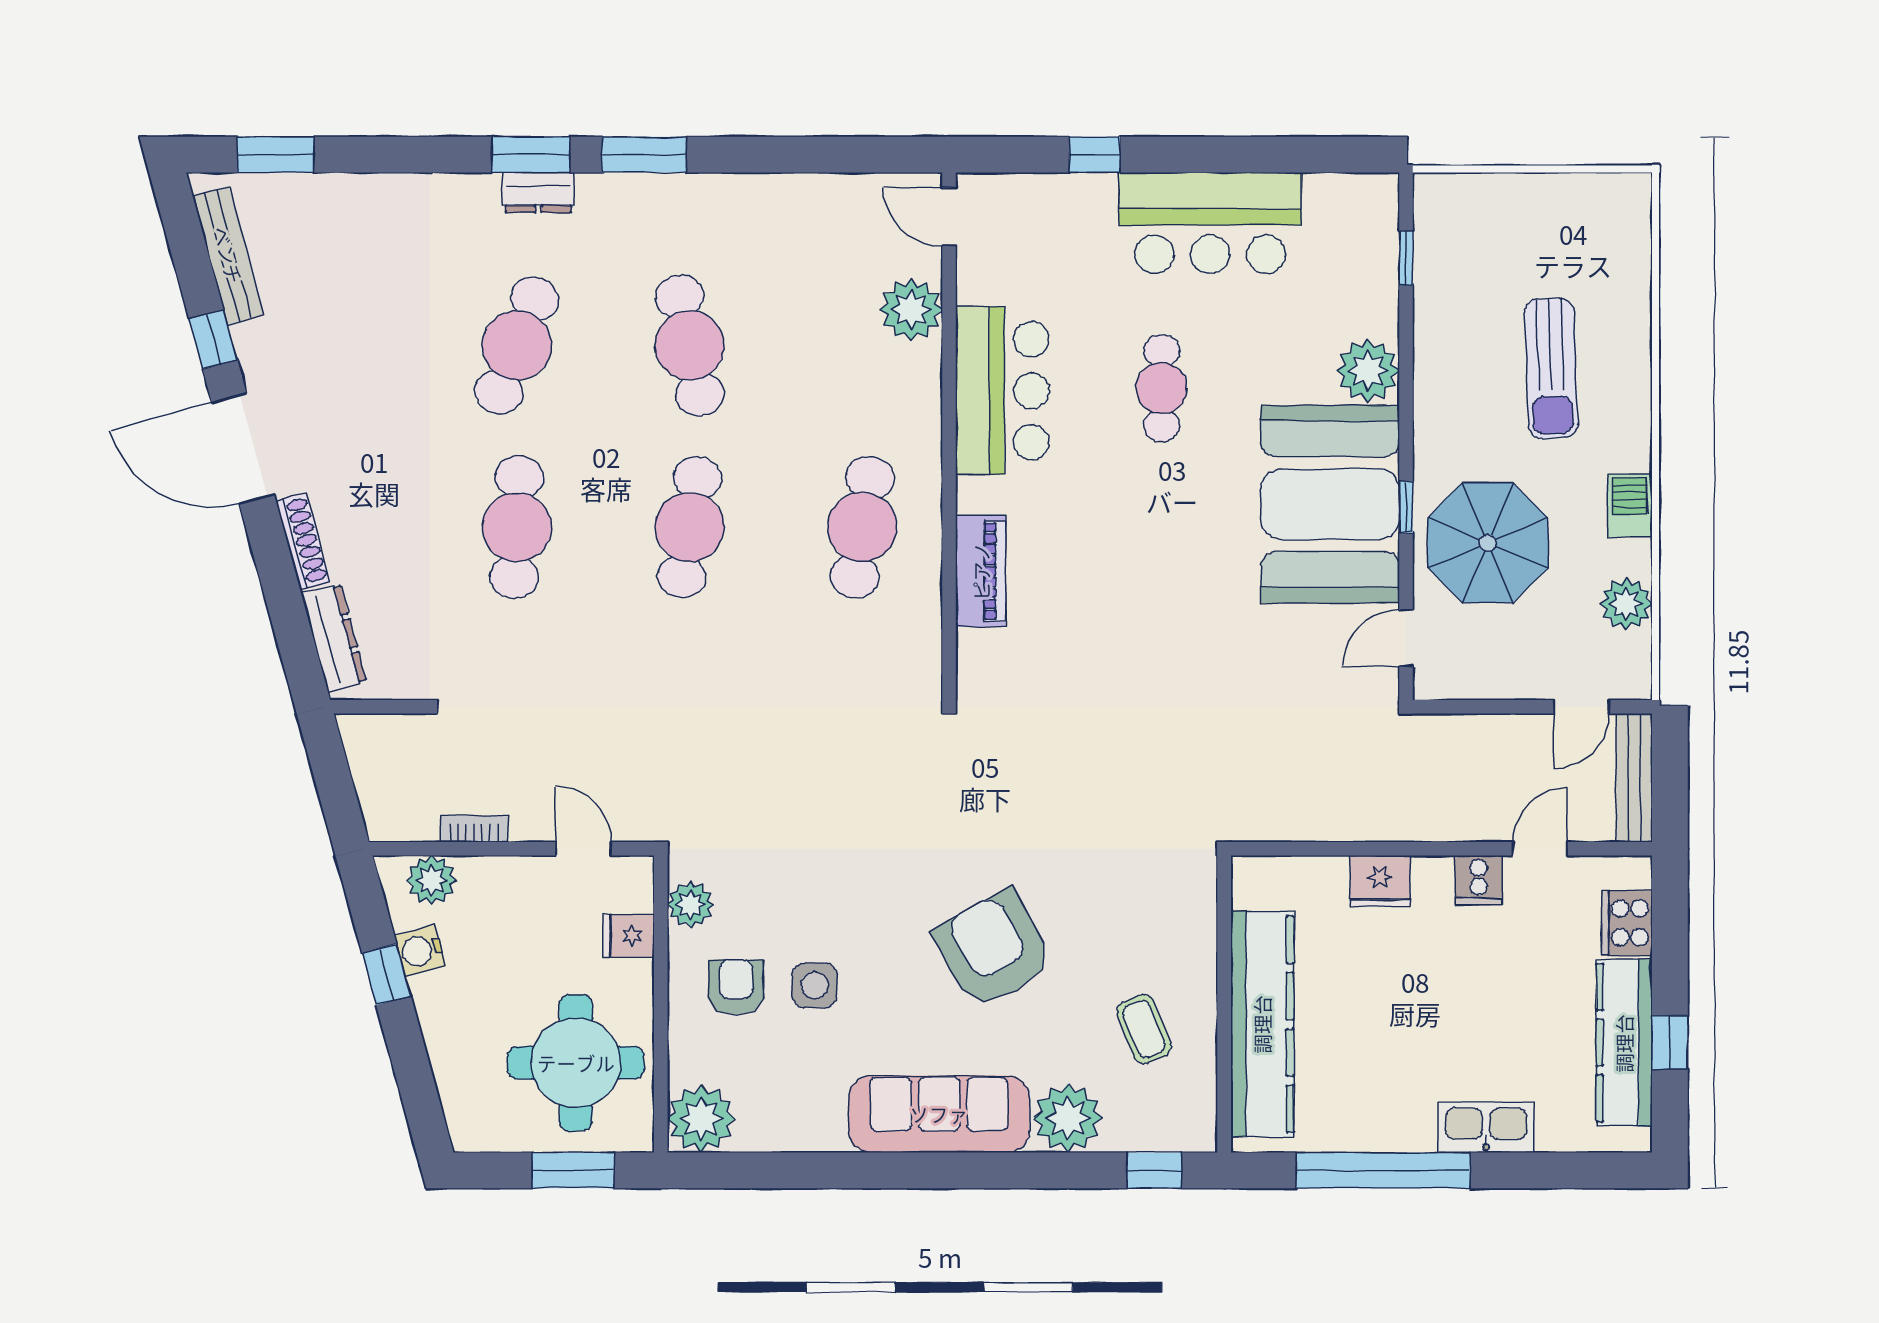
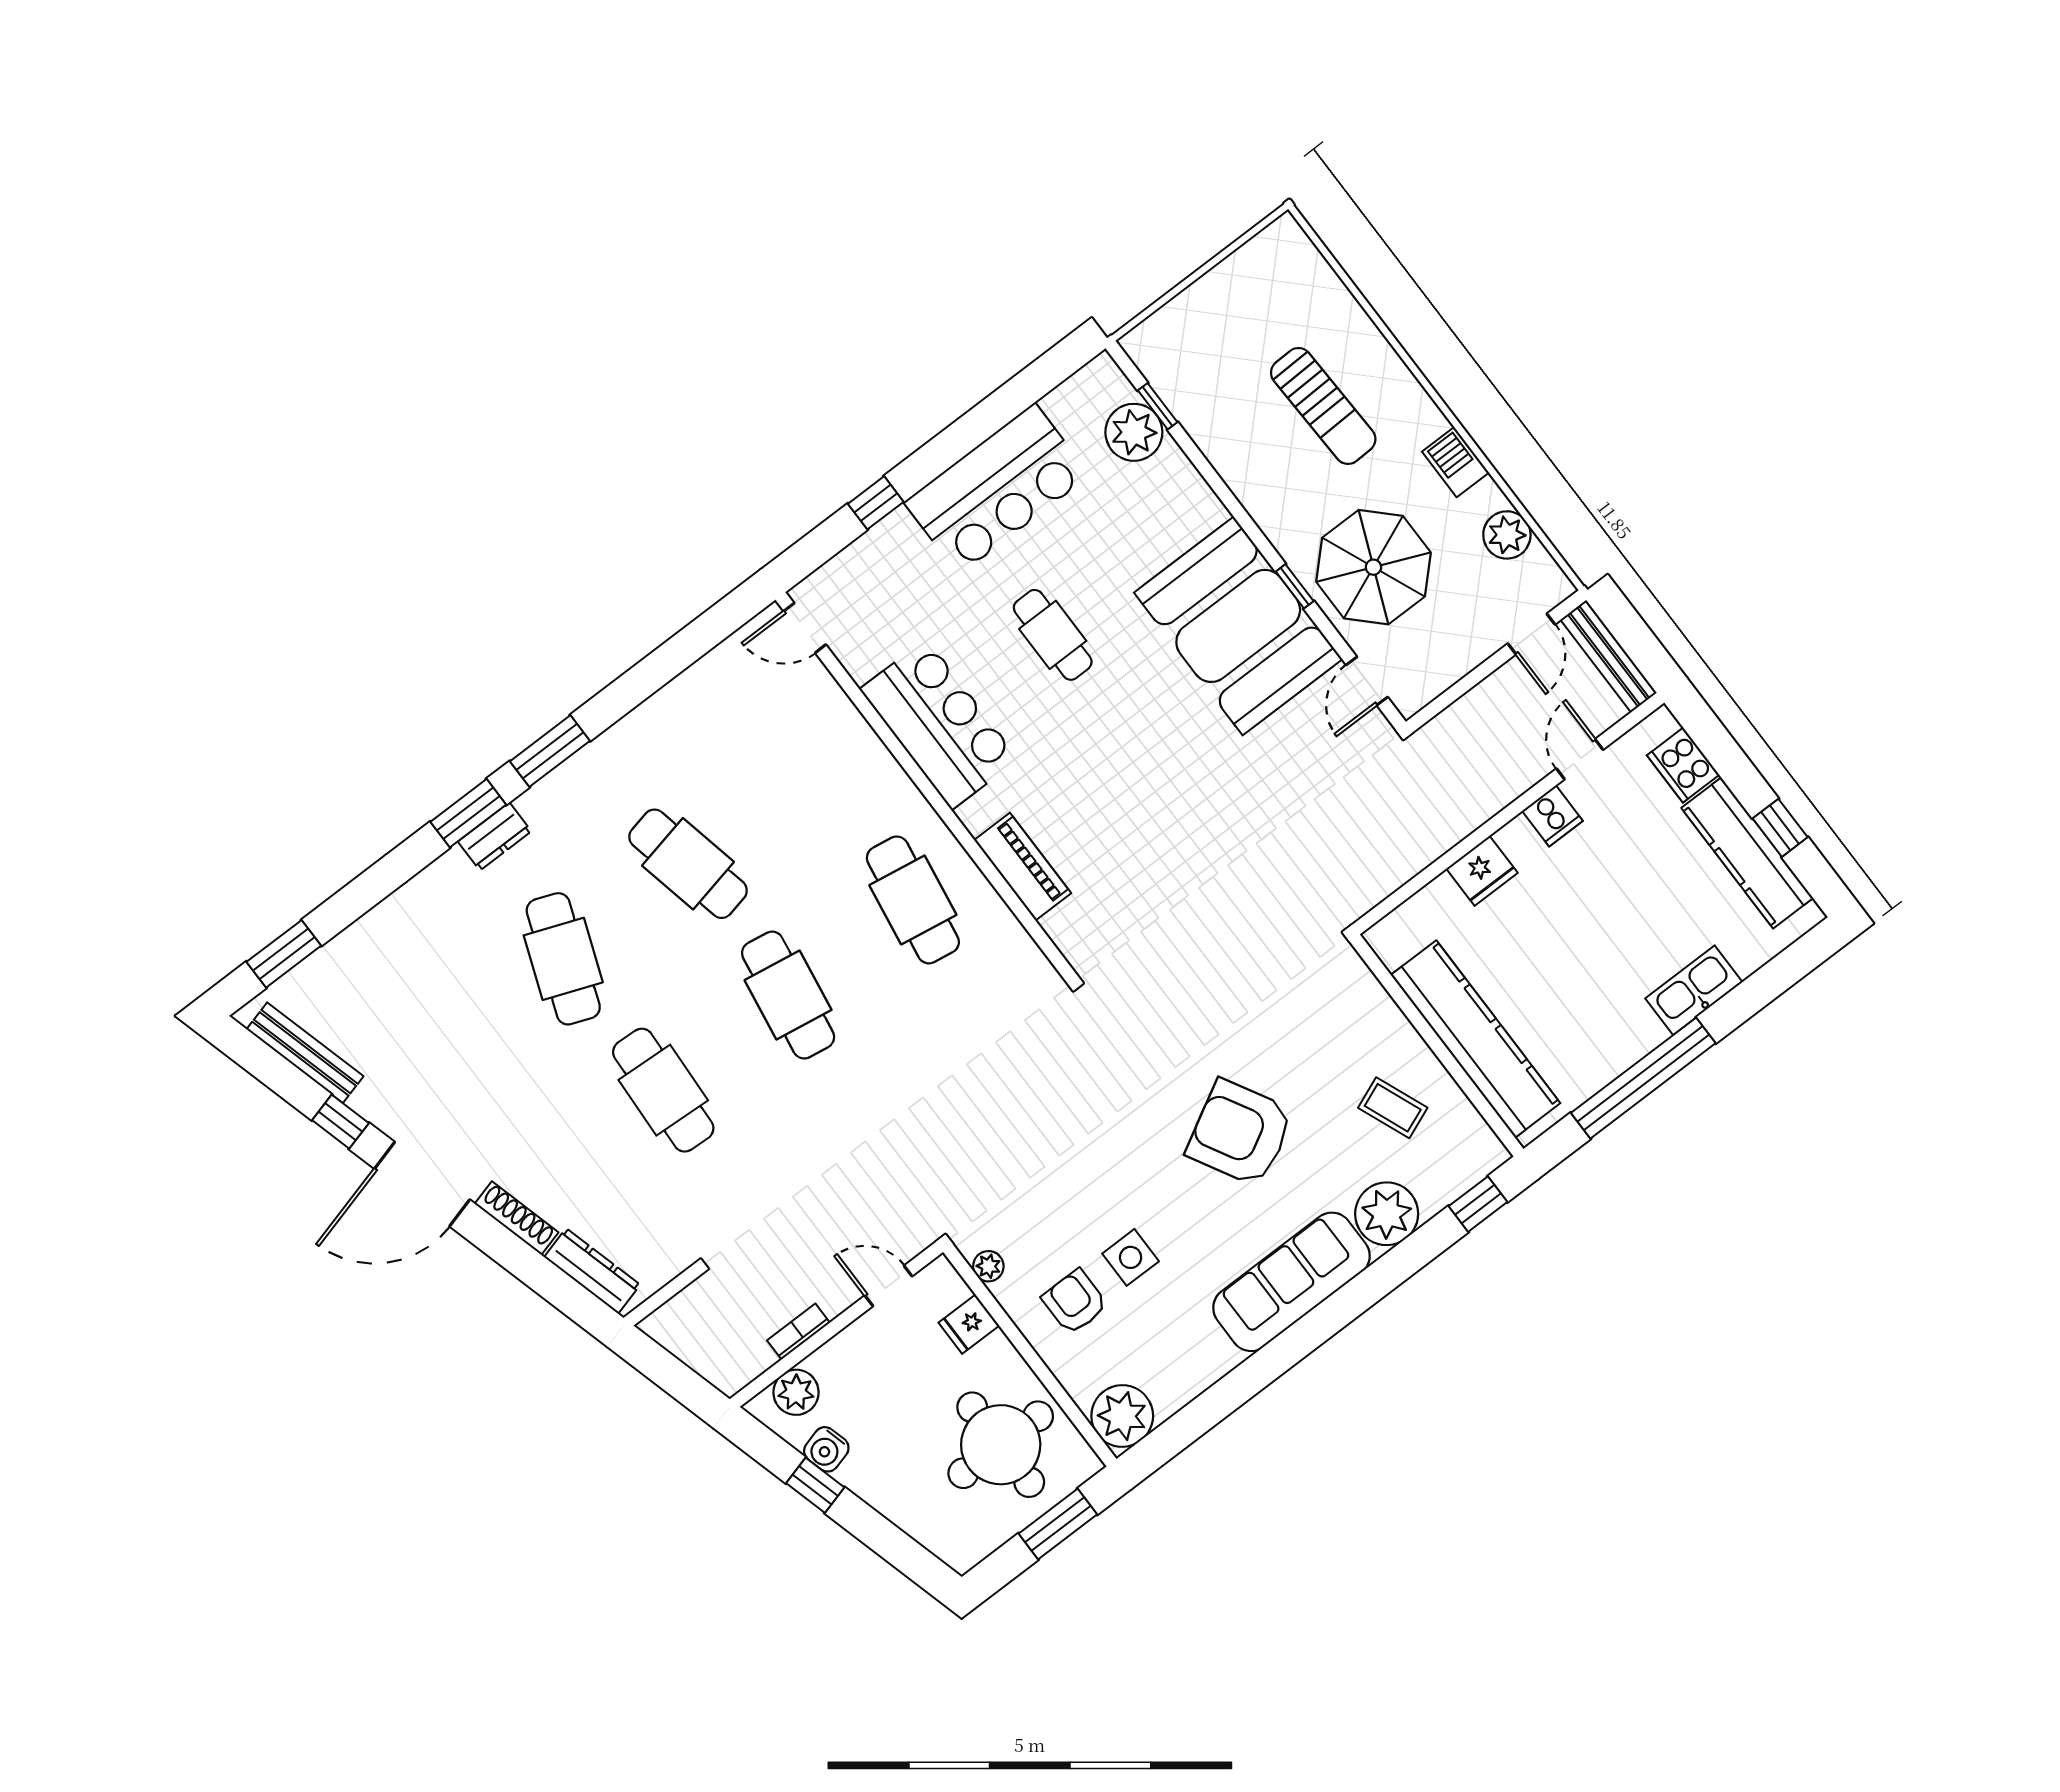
plant: (911, 310) -> (828, 716), removed
plant: (1368, 370) -> (1134, 432), moved
plant: (690, 905) -> (988, 1266), width x0.73, depth x0.73

